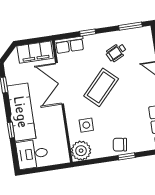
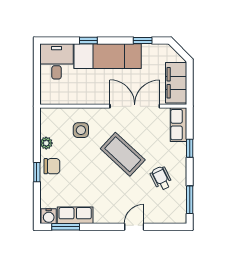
chair: (120, 145) -> (52, 166), turned 82
plant: (81, 151) -> (46, 143), moved, width x0.53, depth x0.53

